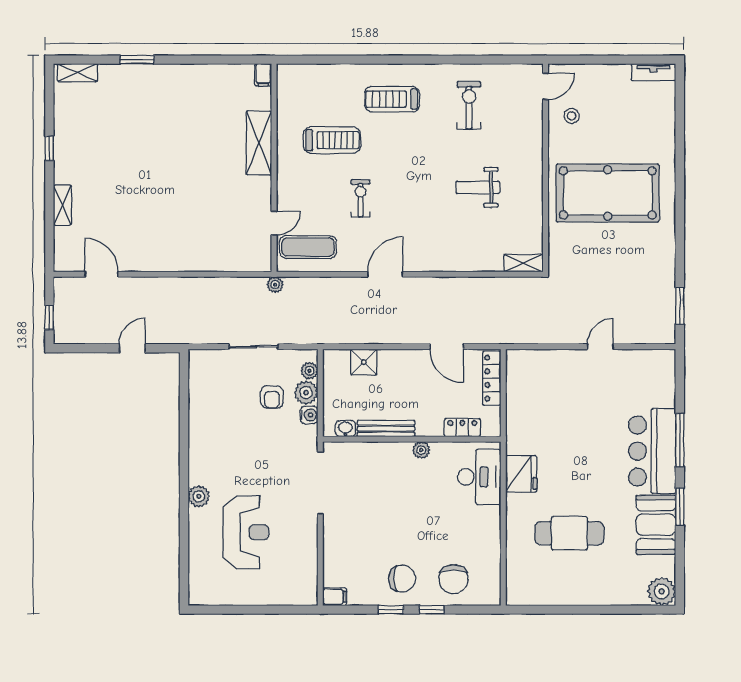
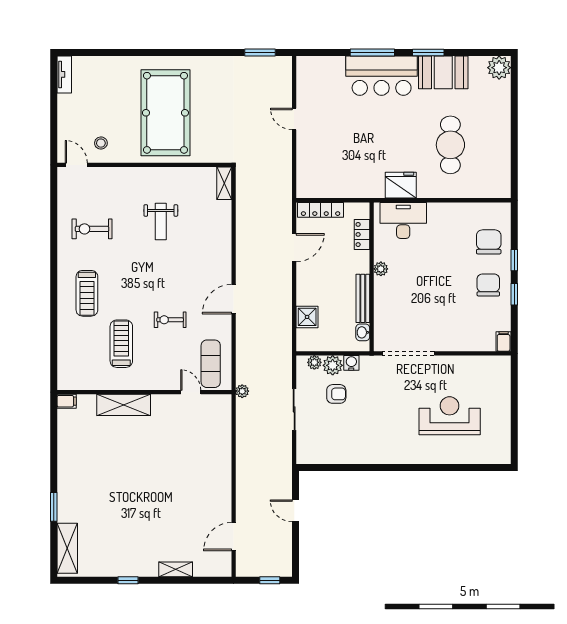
shelving: (77, 73) -> (67, 548), width x1.50, depth x1.33
door: (385, 274) -> (234, 299), hinge flipped
plant: (199, 496) -> (419, 455), removed
chair: (453, 579) -> (489, 242), turned -90

